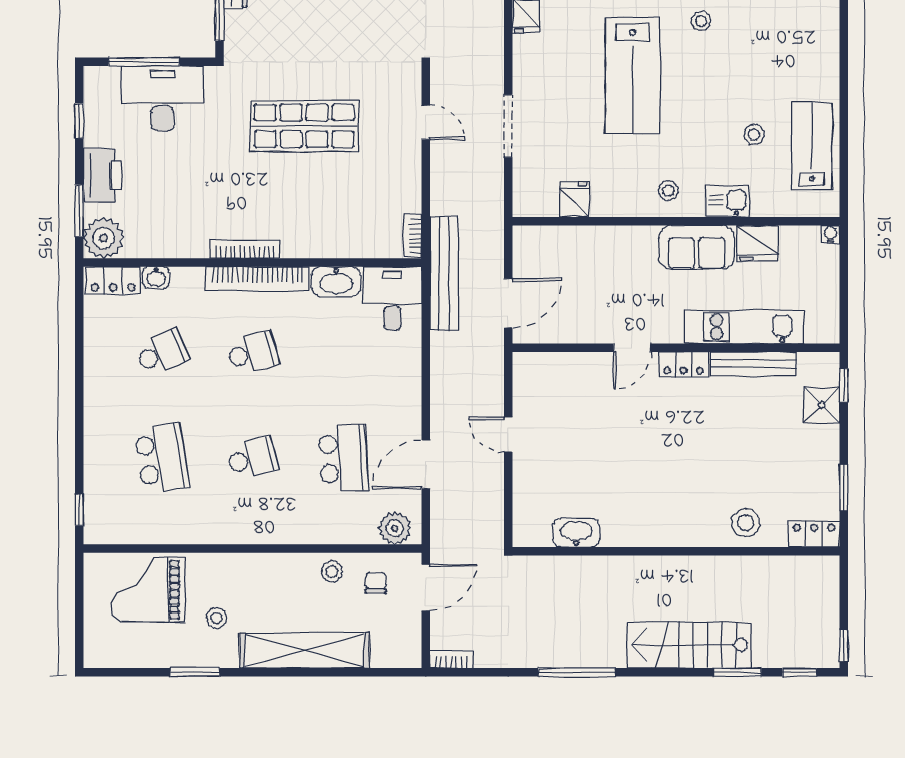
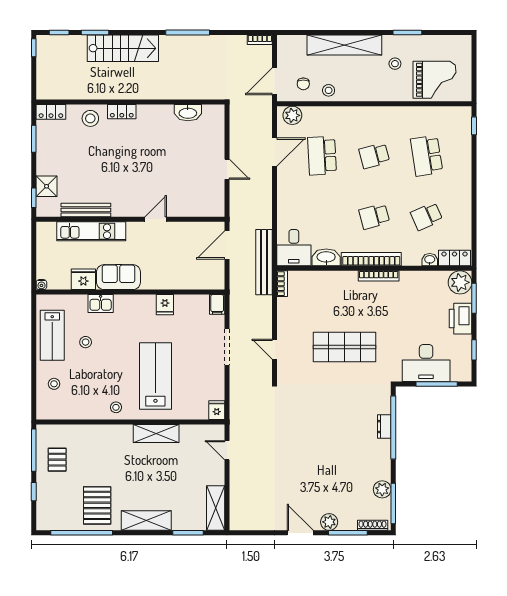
stool: (668, 191) -> (54, 384), moved
fridge: (575, 199) -> (165, 305), moved
filing cabinet: (525, 200) -> (217, 304), added
locker: (683, 364) -> (122, 112), moved, turned 180

